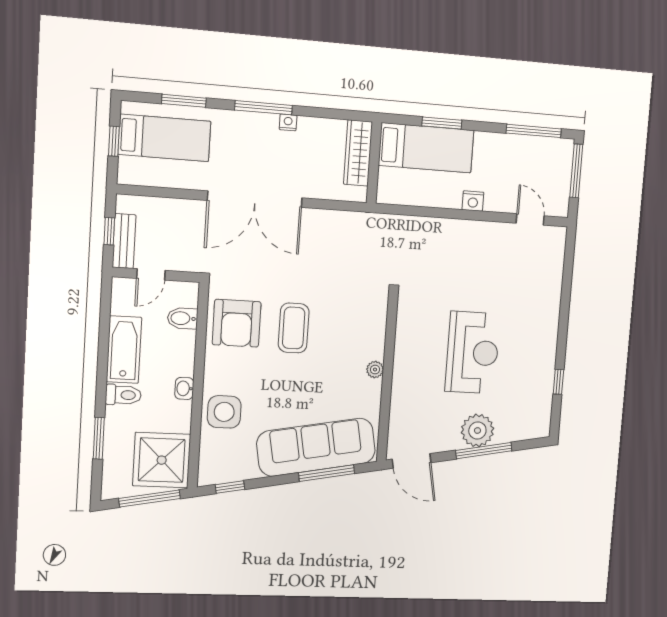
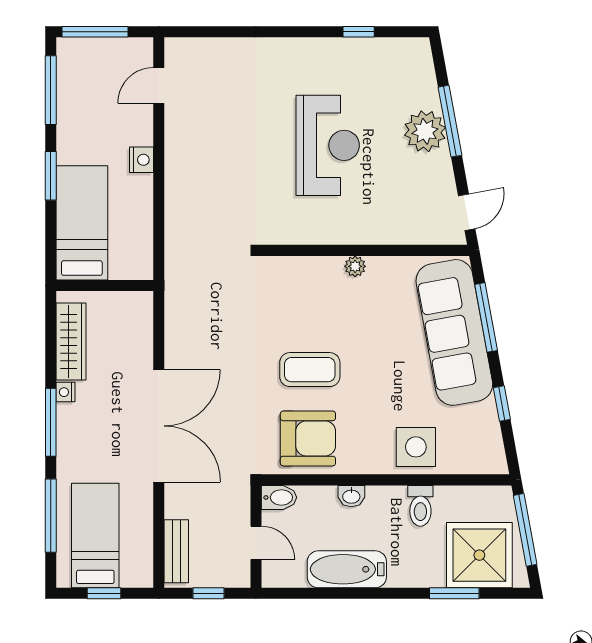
window: (184, 101) -> (51, 516), width x1.44
window: (442, 123) -> (51, 176), moved
wardrobe: (358, 153) -> (71, 341), moved, turned -90
bench: (124, 241) -> (176, 551), moved, turned 90
bidet: (182, 318) -> (279, 497), moved, turned -90
reception desk: (473, 353) -> (328, 145), turned 90
washbasin: (184, 388) -> (351, 496), moved
toilet: (123, 395) -> (420, 506), moved, turned 180
shower: (162, 460) -> (479, 555), moved
door: (412, 461) -> (467, 212), width x0.73
window: (230, 487) -> (502, 403), moved

